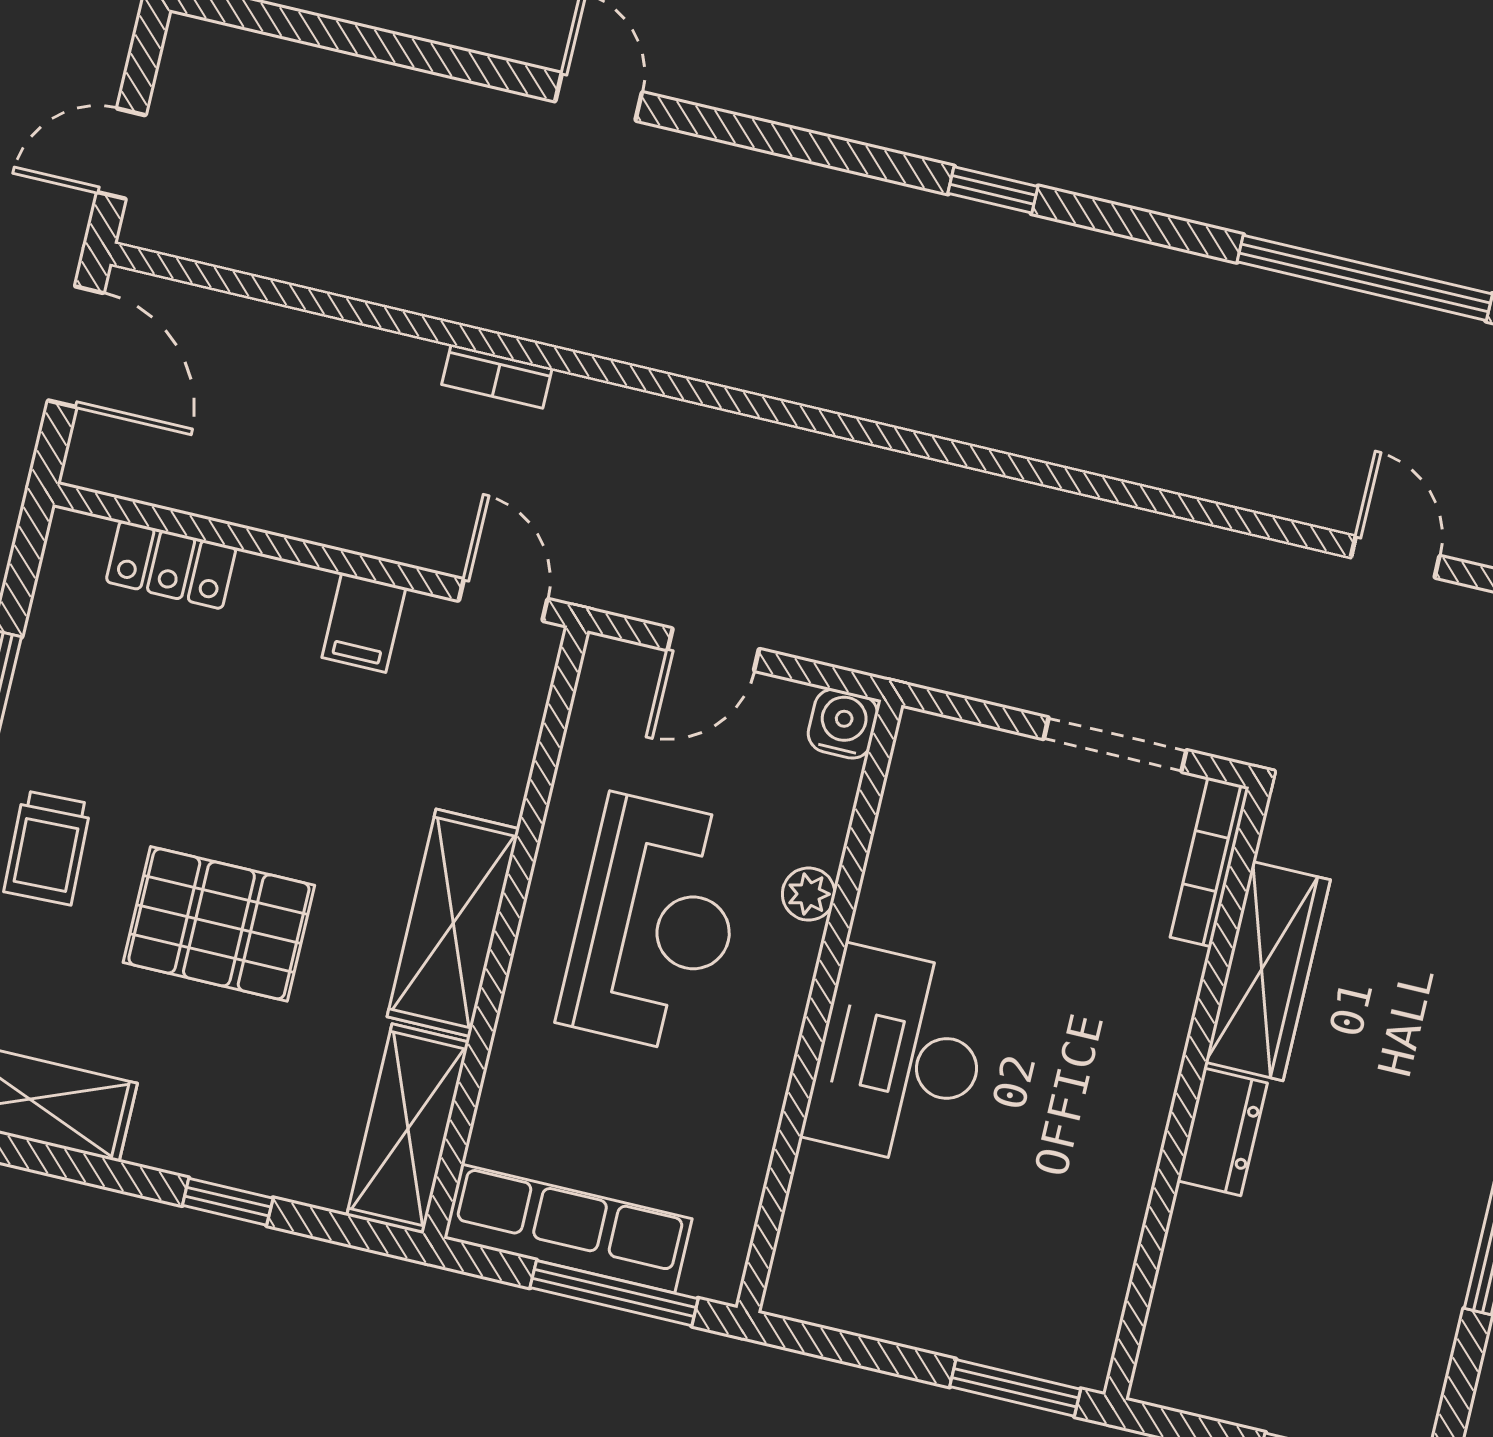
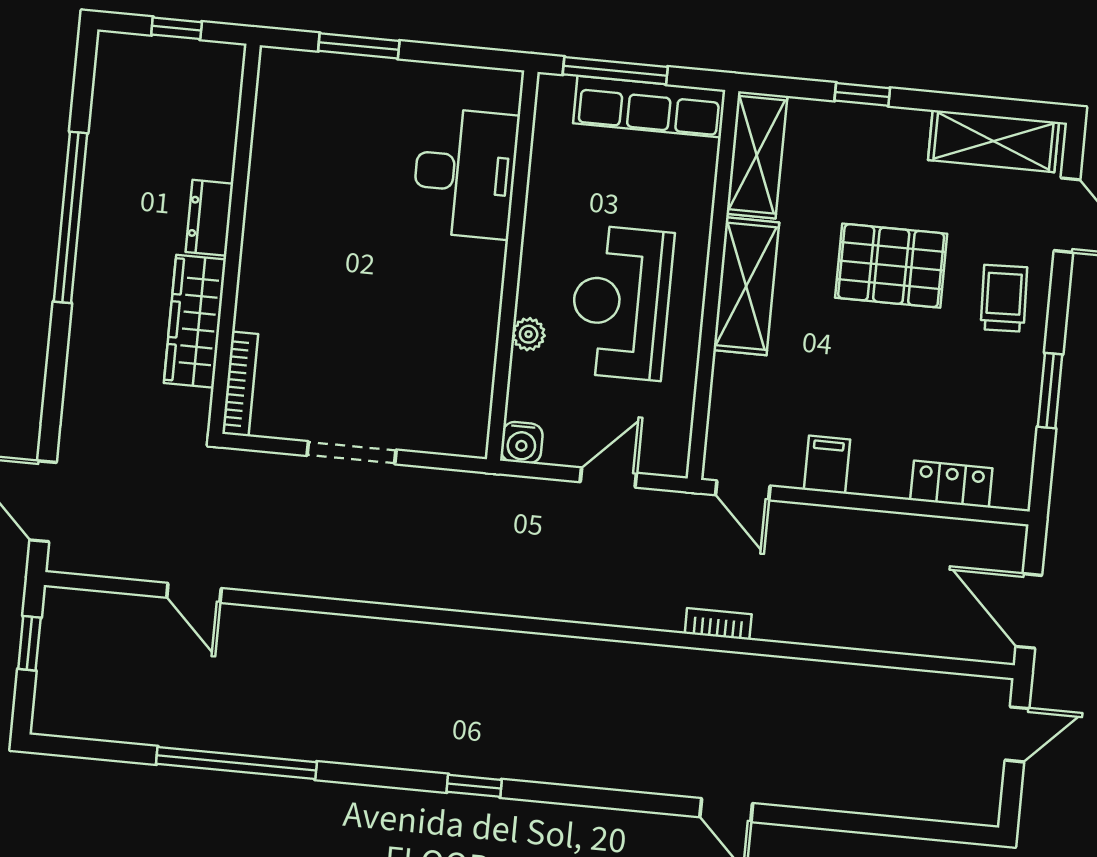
bookcase: (497, 376) -> (718, 624), moved
bookcase: (1210, 862) -> (240, 384), moved
wardrobe: (1268, 971) -> (195, 321), moved
desk: (899, 1057) -> (465, 173), moved
wall: (1187, 1093) -> (234, 239), moved
dresser: (1222, 1132) -> (209, 218), moved

